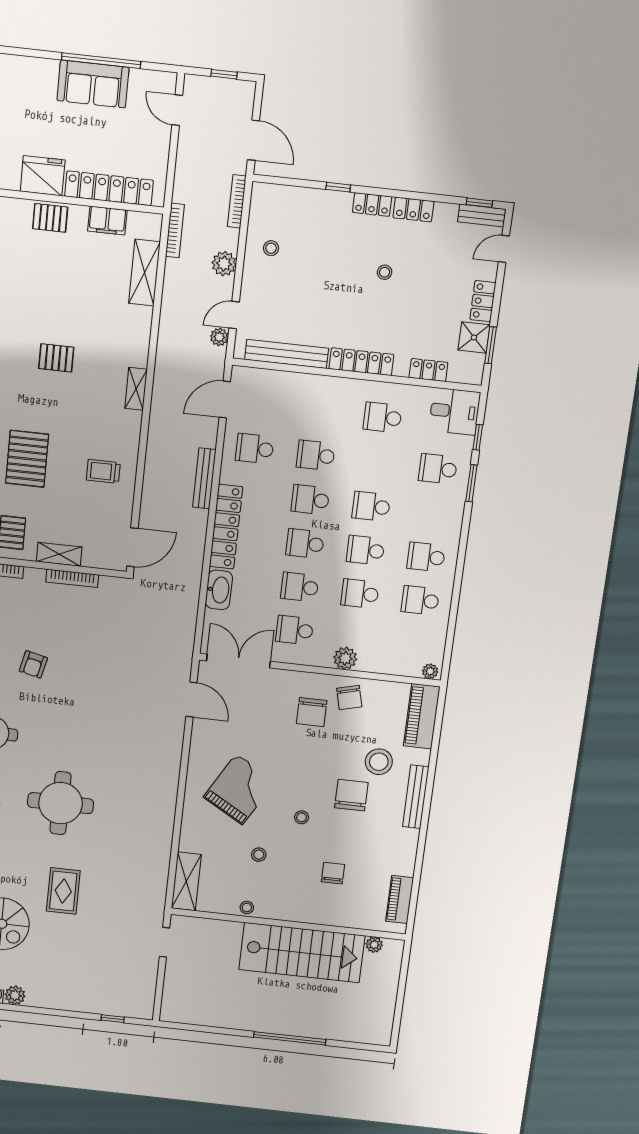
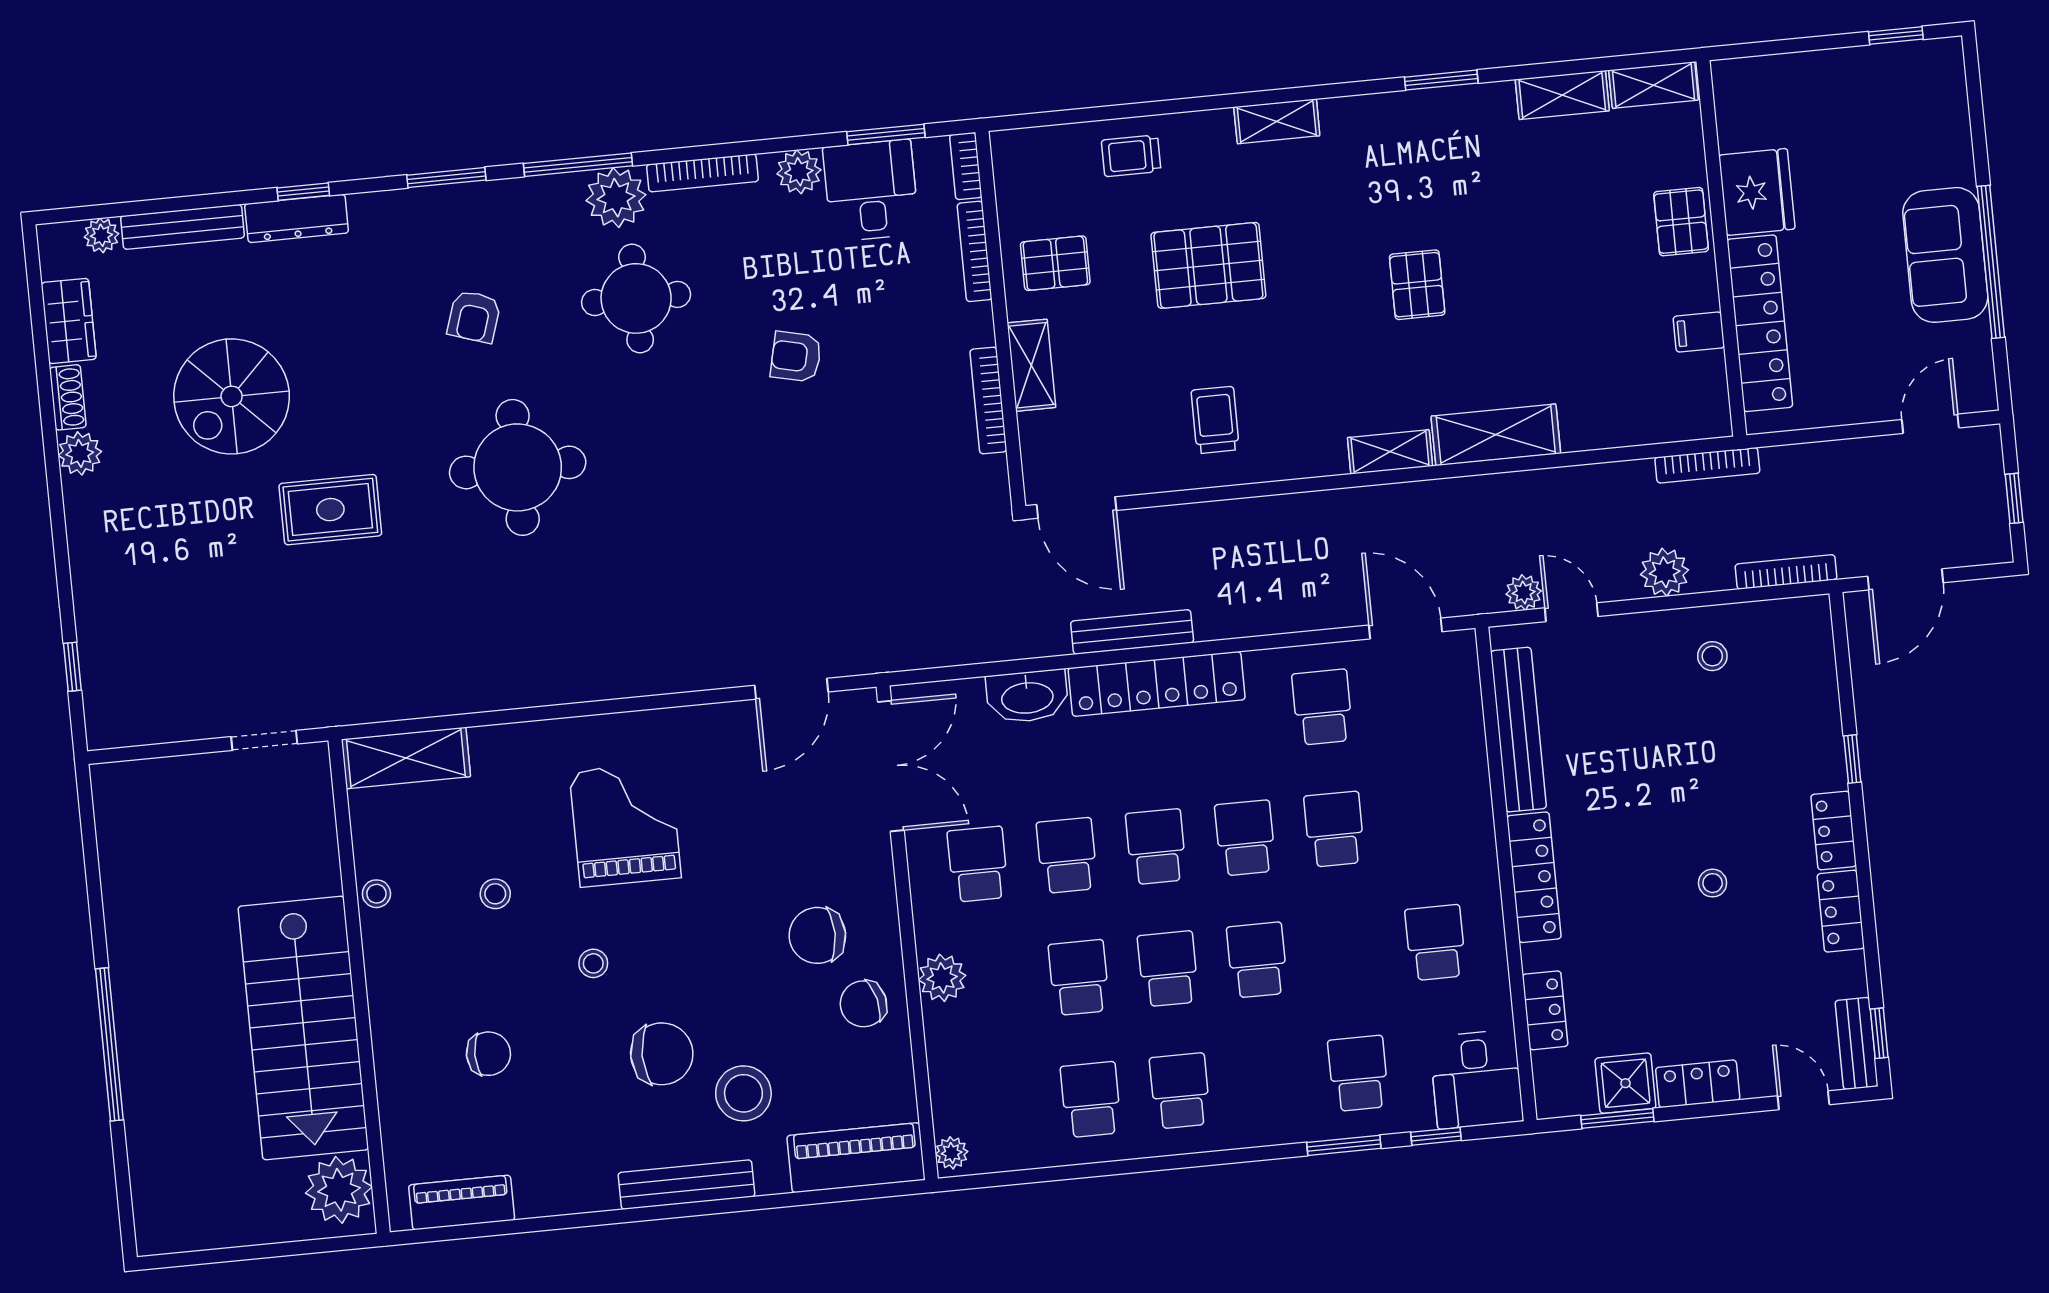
filing cabinet: (107, 221) -> (1699, 332), width x0.50
shelving: (144, 273) -> (1496, 435), moved
bench: (204, 478) -> (1132, 632), moved
grand piano: (239, 789) -> (625, 825), turned -120
plant: (374, 945) -> (339, 1190), width x1.87, depth x1.87

